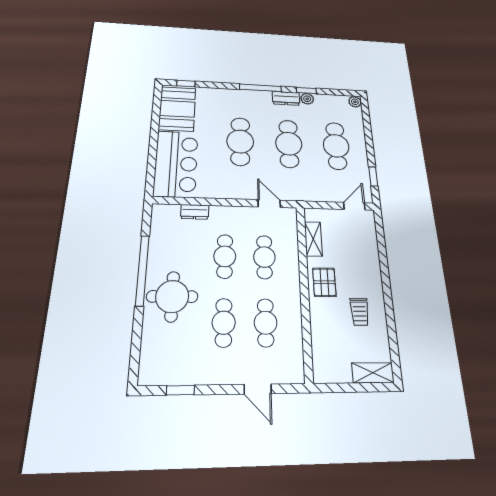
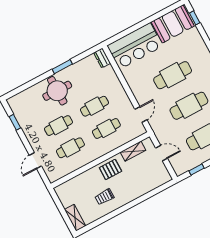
door: (354, 206) -> (161, 153), moved
dresser: (195, 212) -> (102, 58), moved
window: (142, 270) -> (62, 67), width x0.47

